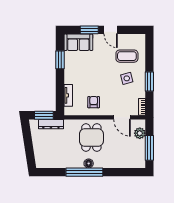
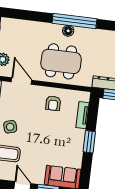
window: (60, 60) -> (89, 142), moved
dining table: (91, 138) -> (61, 61), width x1.38

